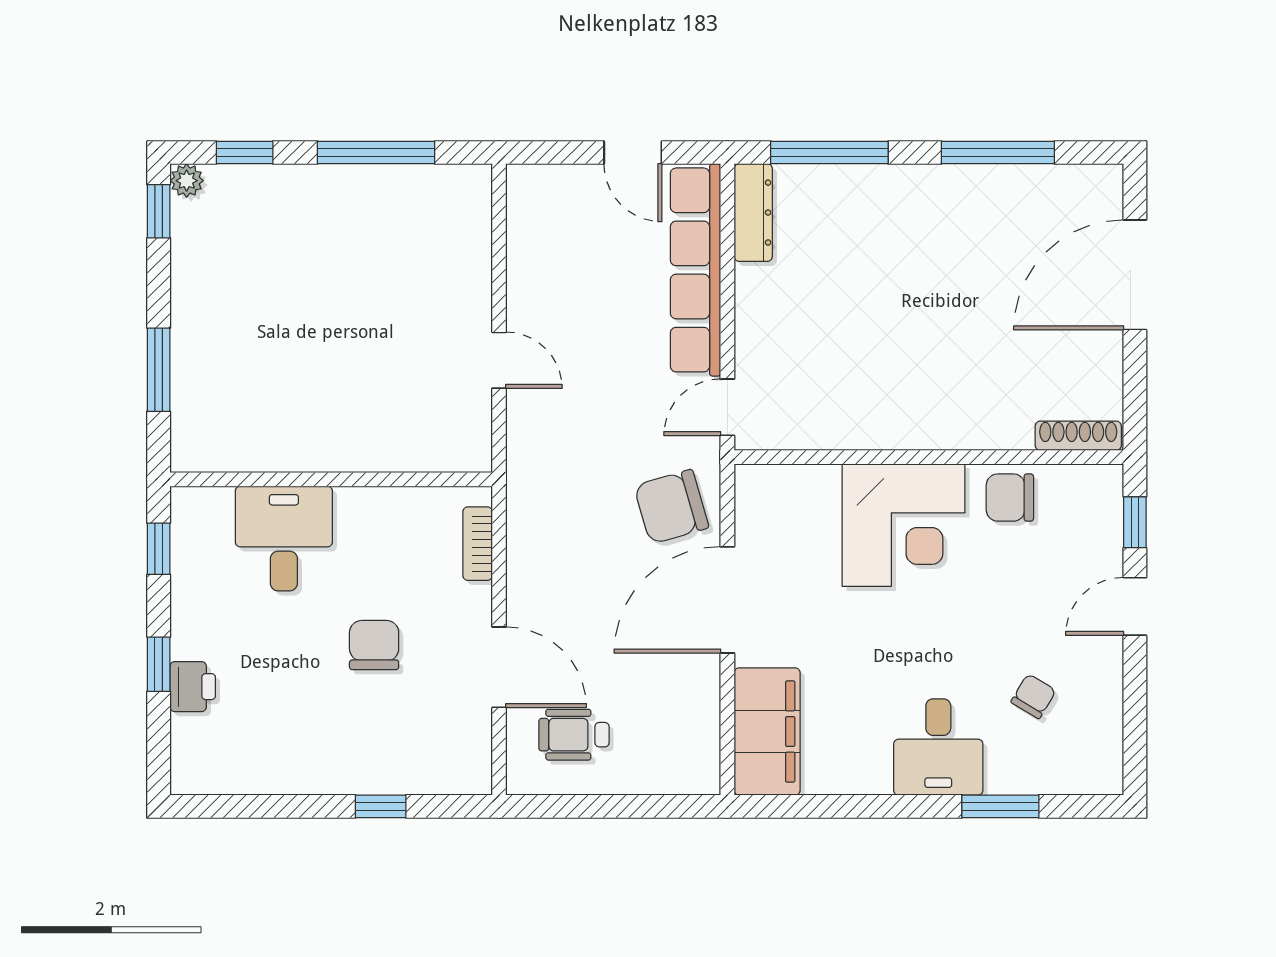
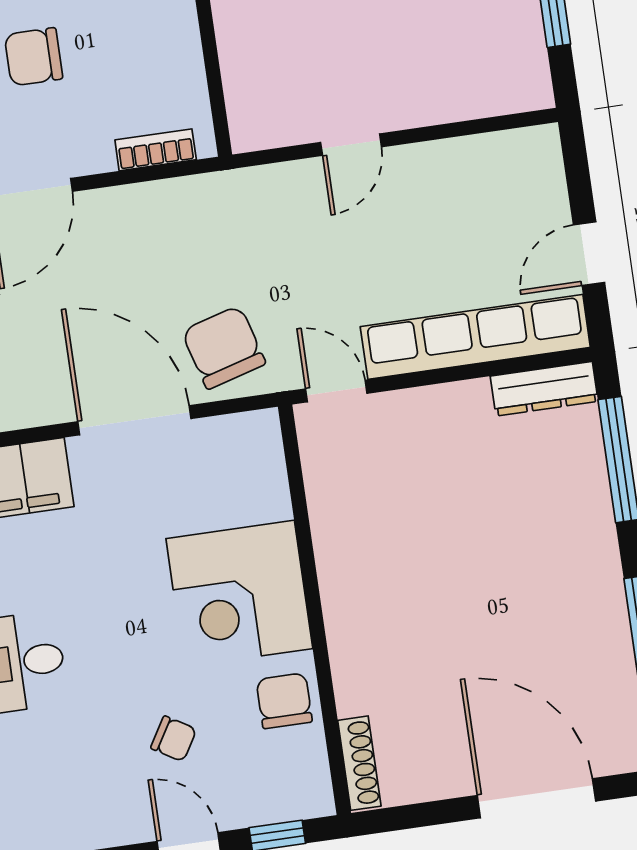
chair: (374, 645) -> (34, 57), turned 180
chair: (1033, 696) -> (174, 739), moved

